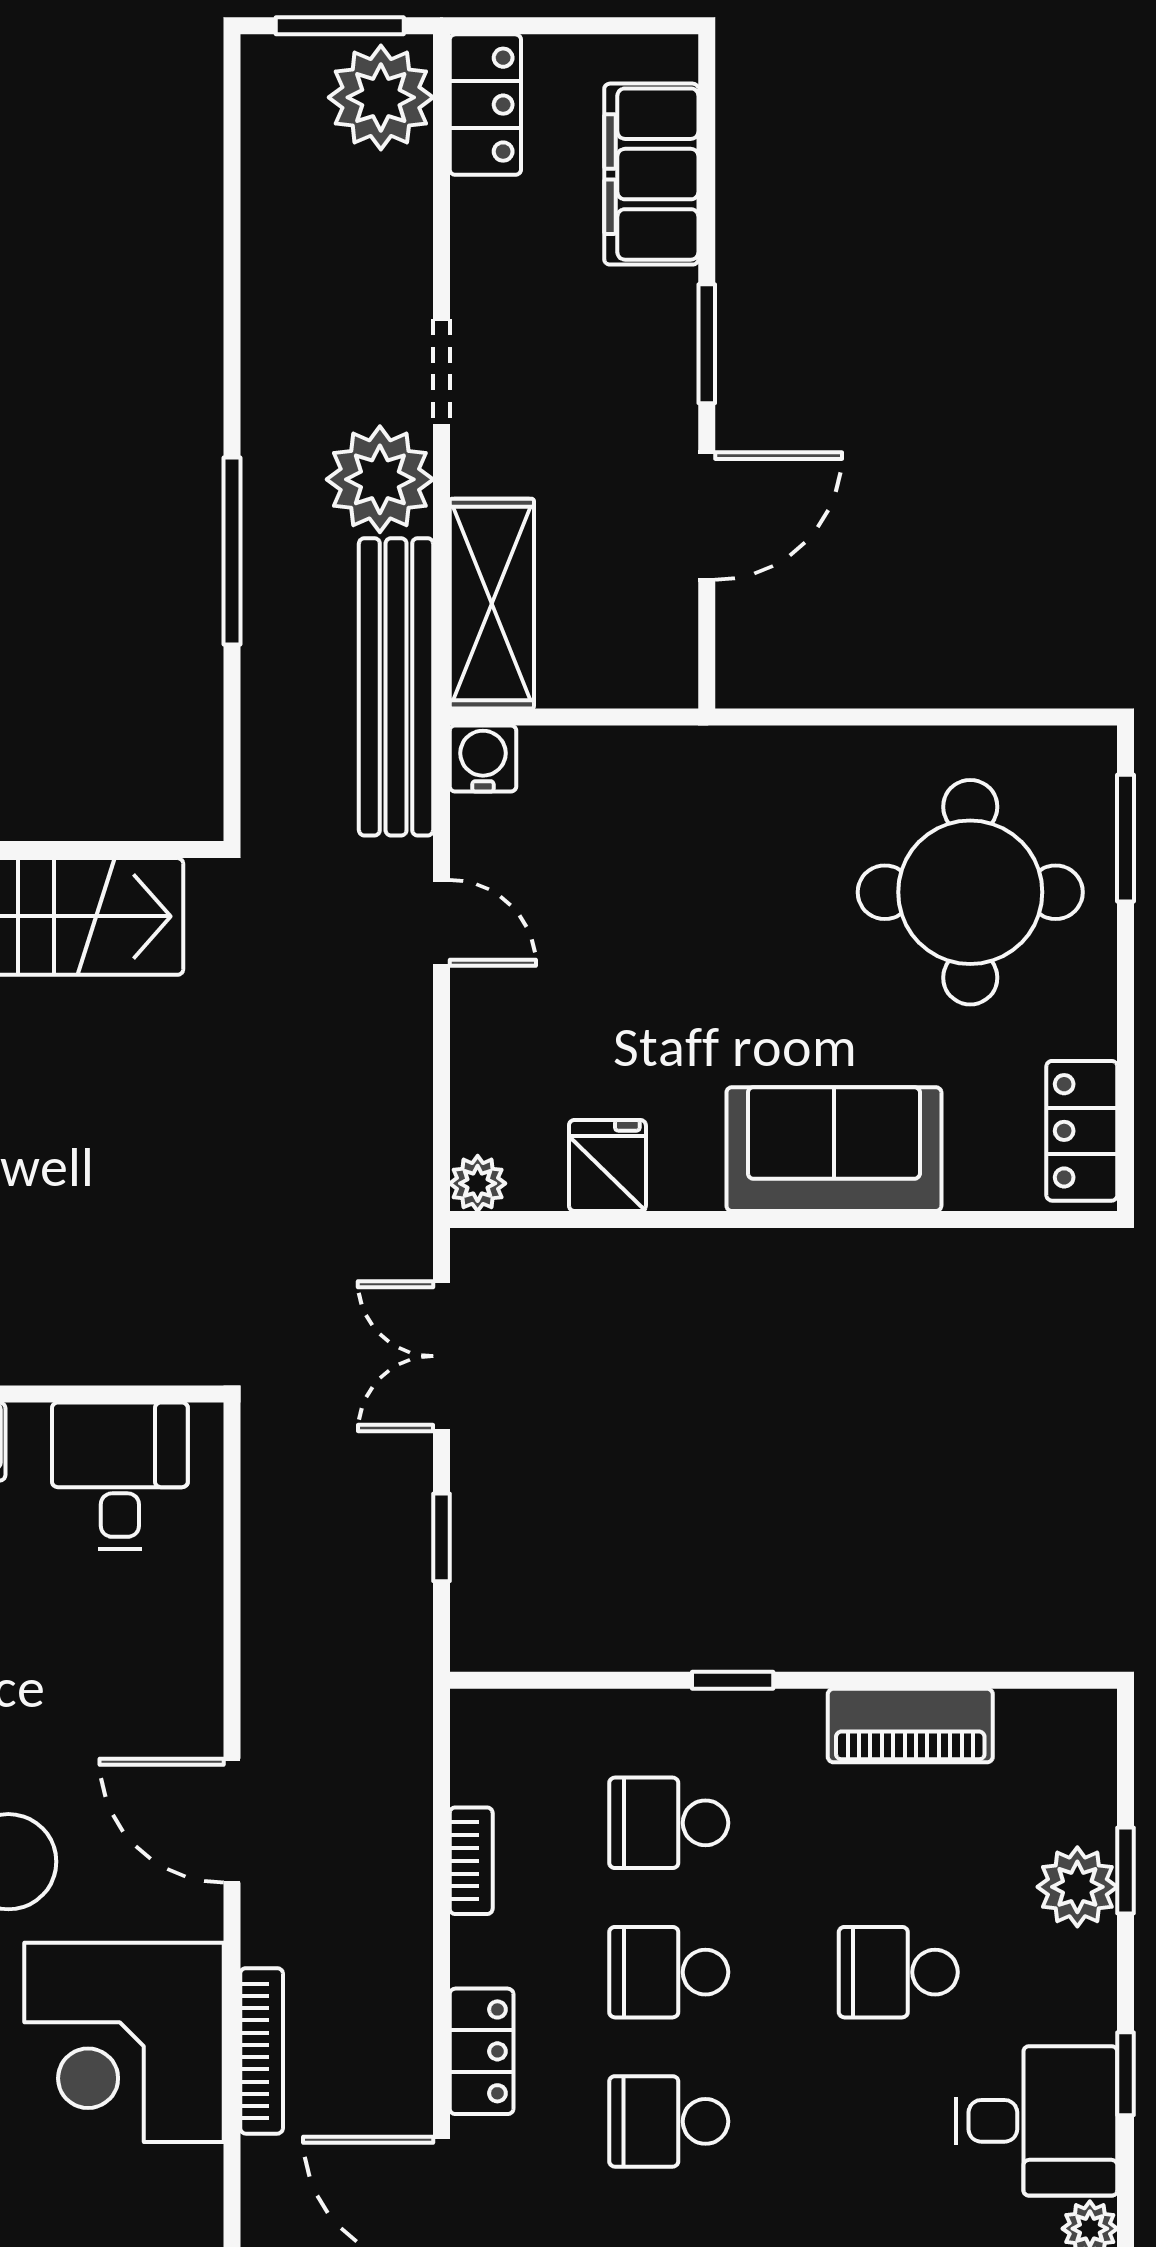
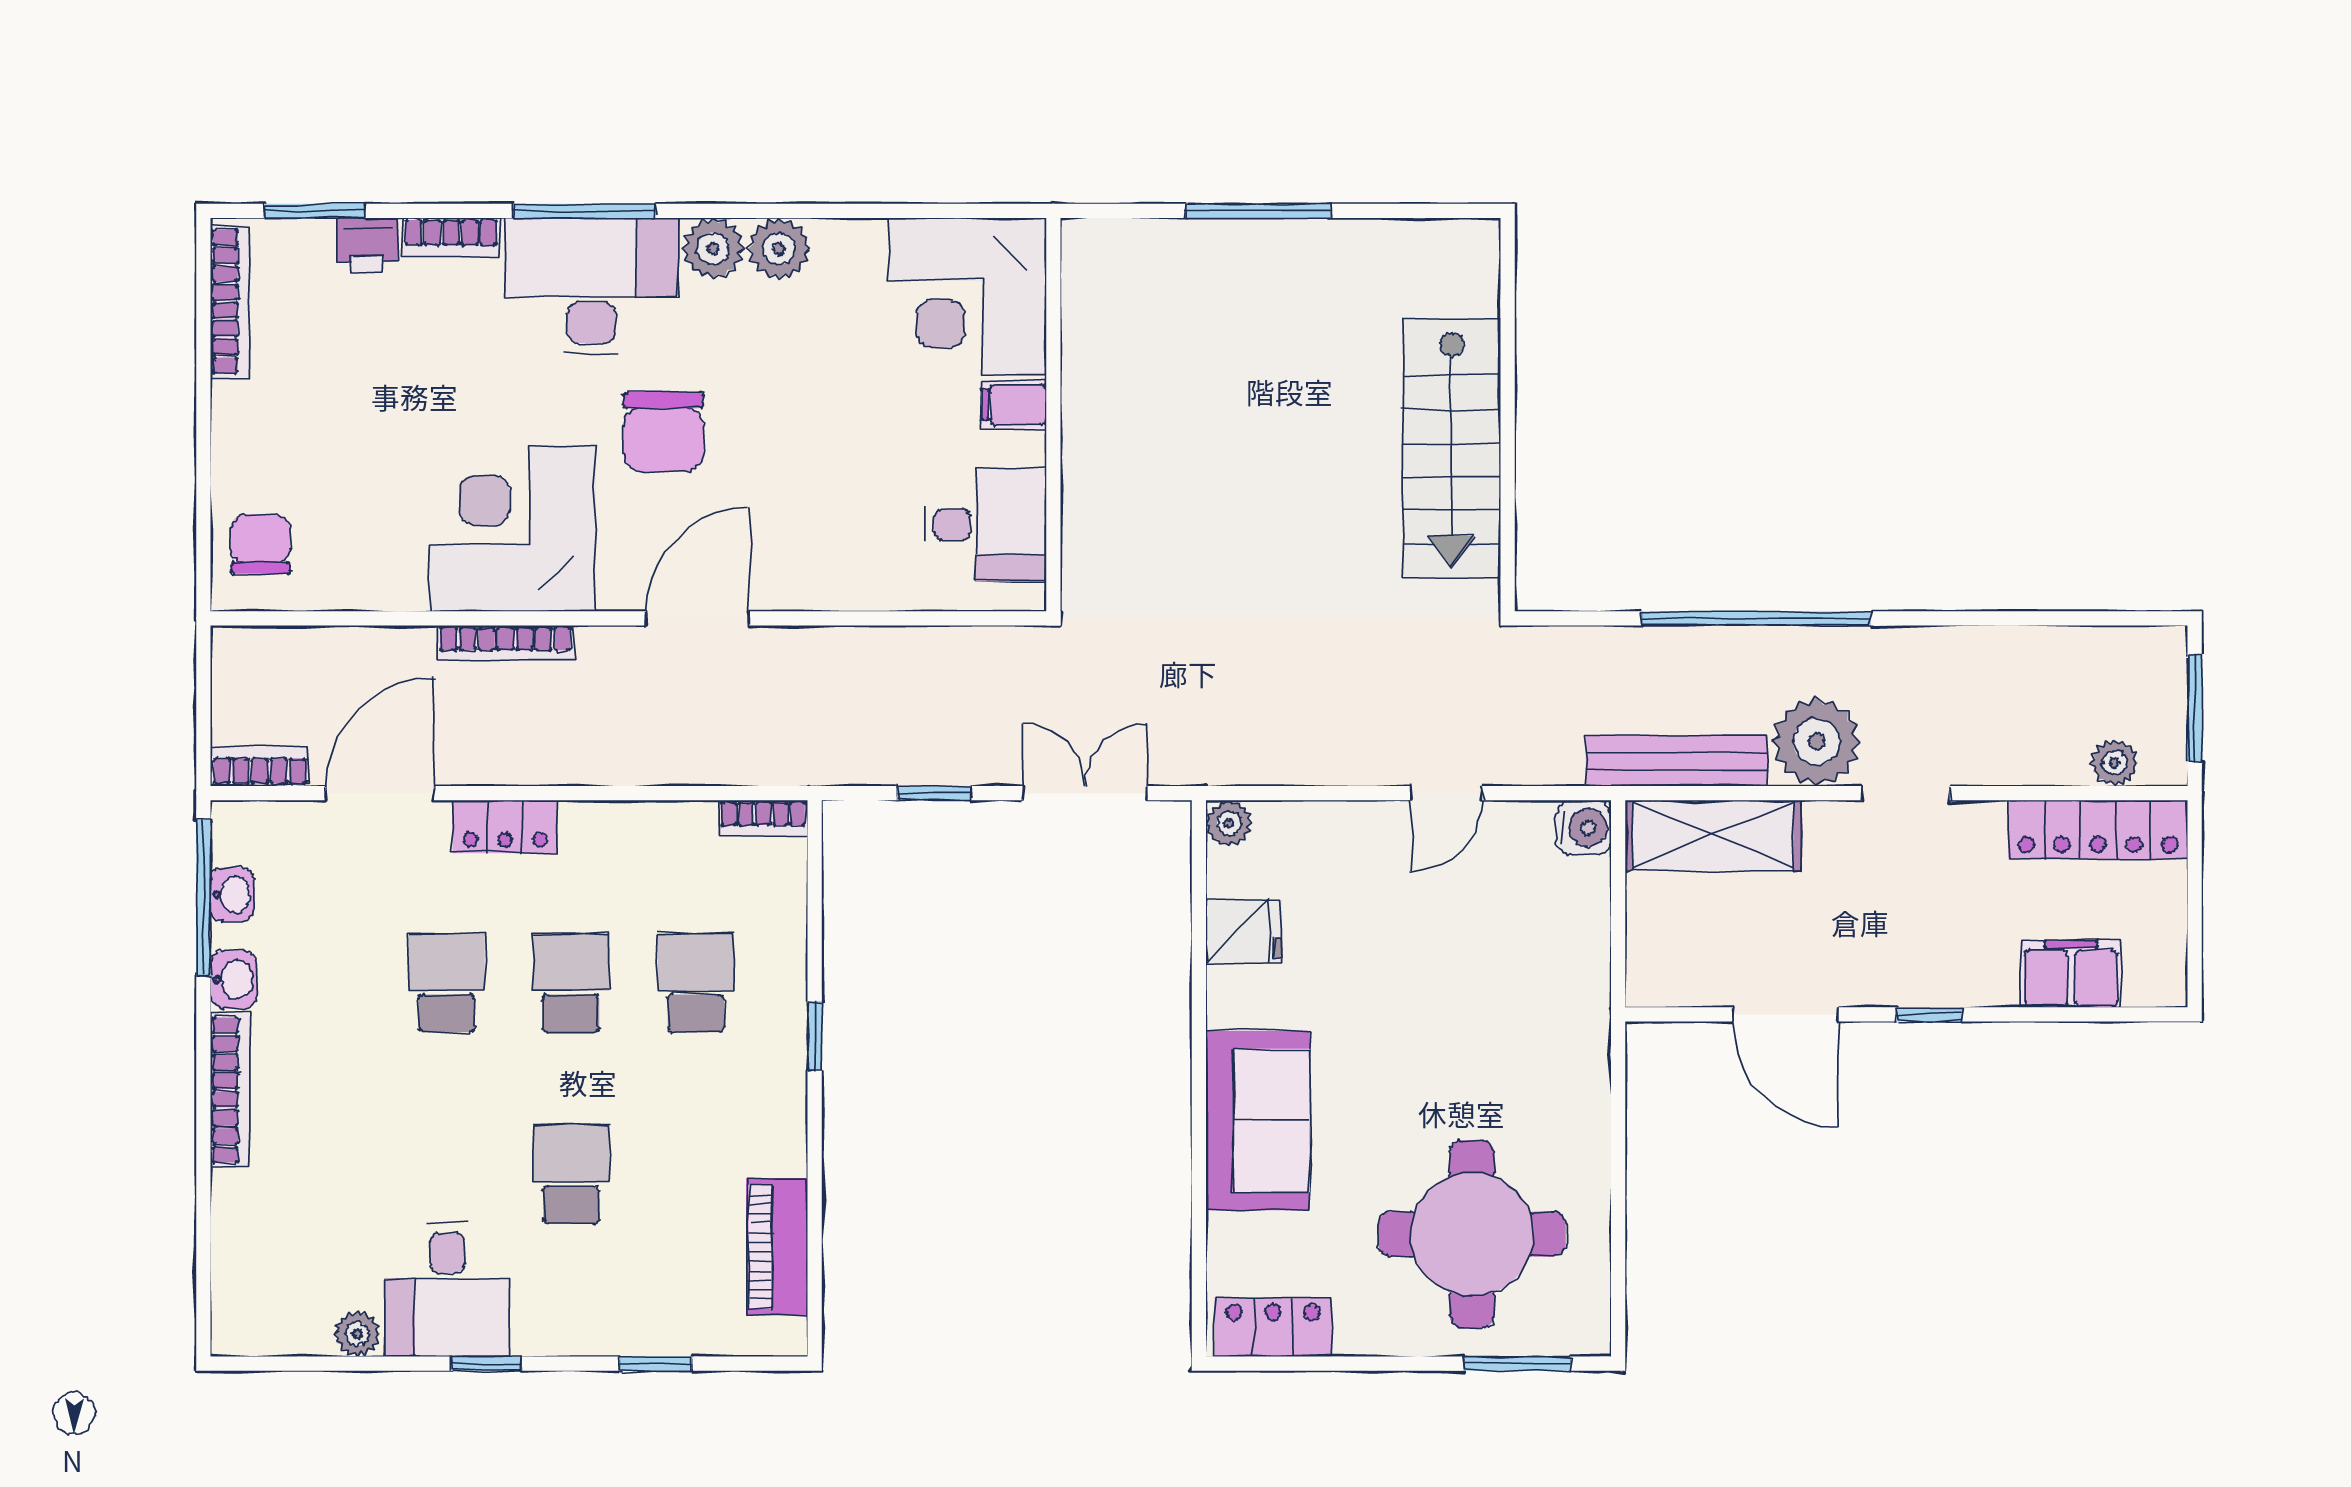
plant: (381, 97) -> (2115, 763), width x0.53, depth x0.53
locker: (485, 105) -> (2098, 830), width x1.53
filing cabinet: (651, 174) -> (2071, 974), width x0.67, depth x0.86
window: (707, 344) -> (1929, 1014), width x0.67
window: (232, 551) -> (1757, 618), width x1.46
bench: (396, 687) -> (1677, 761), width x0.73, depth x0.82
piano: (910, 1726) -> (777, 1247), moved
bookcase: (471, 1861) -> (763, 818), moved
plant: (1077, 1887) -> (642, 1323), removed

